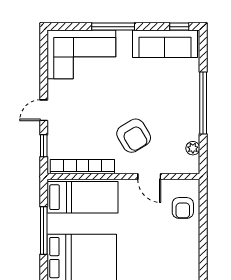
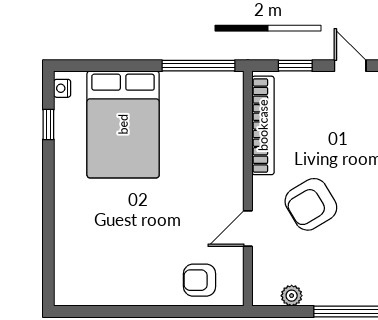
bed: (82, 197) -> (216, 125), removed
window: (44, 230) -> (198, 66), moved

